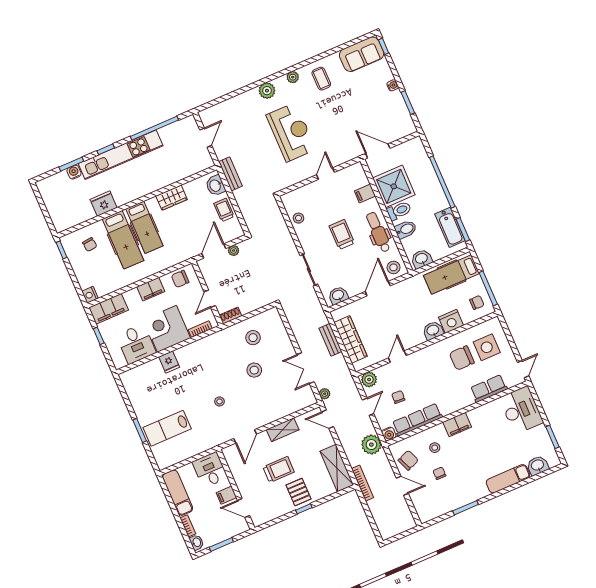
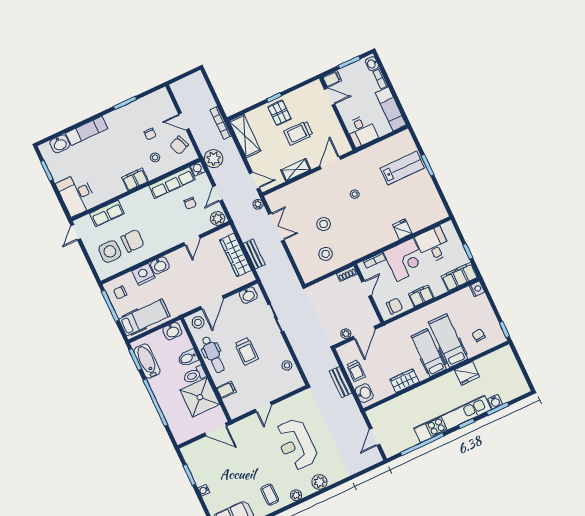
bench: (230, 174) -> (341, 382), moved
filing cabinet: (226, 495) -> (332, 79), moved

